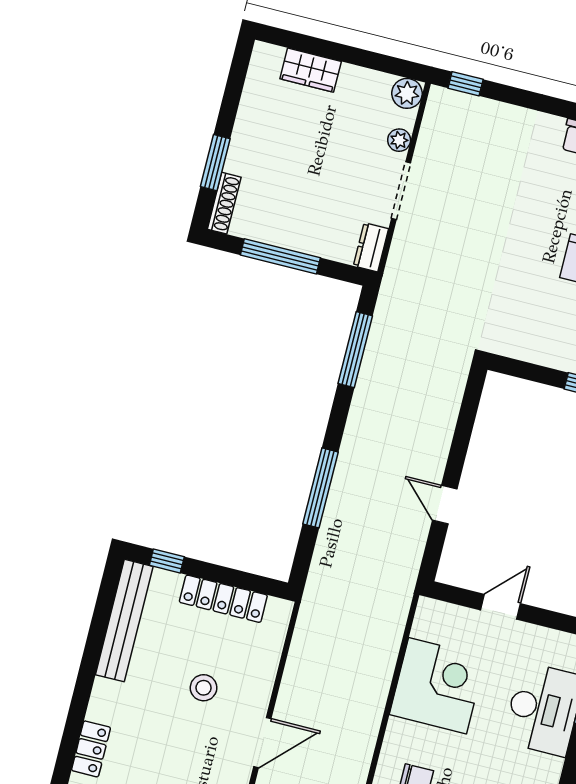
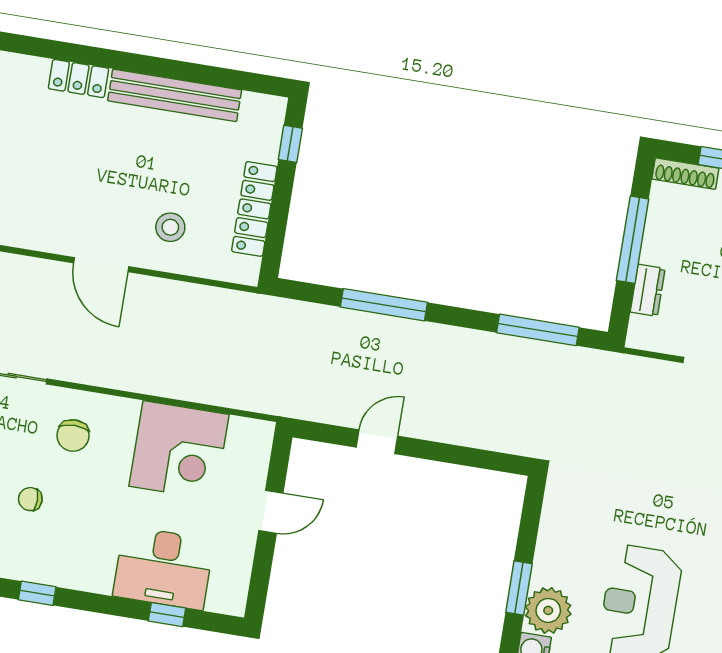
dresser: (371, 247) -> (648, 290), moved, turned 90
door: (500, 607) -> (271, 512), hinge flipped
bench: (124, 621) -> (175, 95), moved
stool: (204, 688) -> (170, 227), moved

